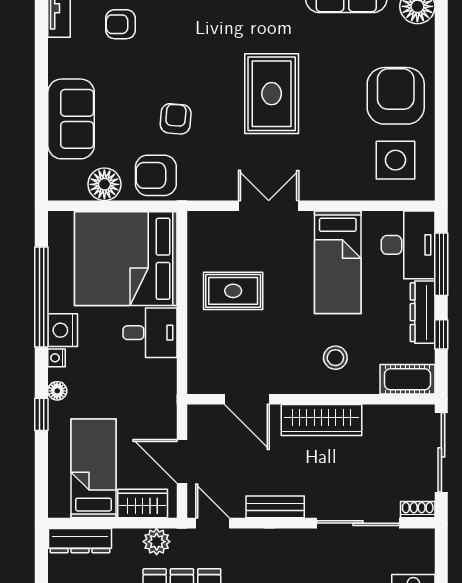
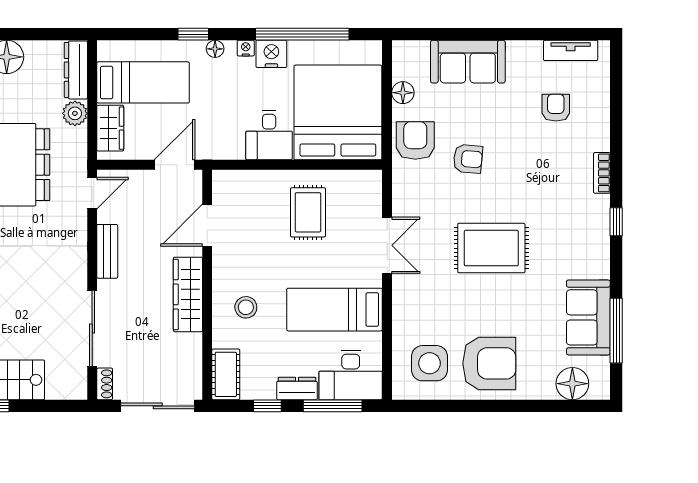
floor lamp: (104, 184) -> (403, 93), width x0.73, depth x0.73
dresser: (423, 312) -> (297, 388), width x0.70
door: (182, 461) -> (175, 165), moved
plant: (157, 542) -> (75, 113), moved

